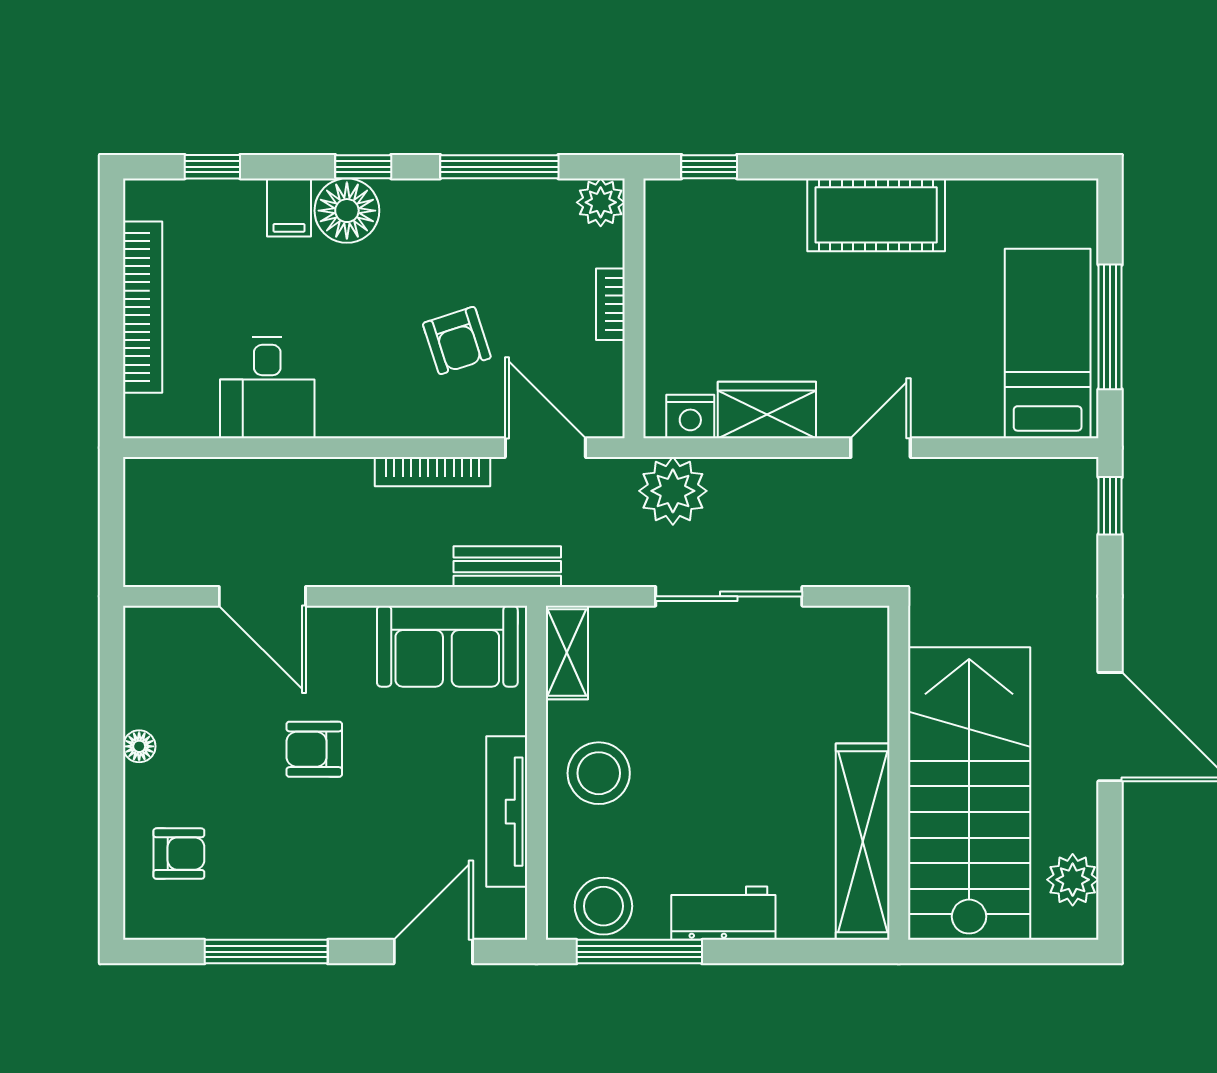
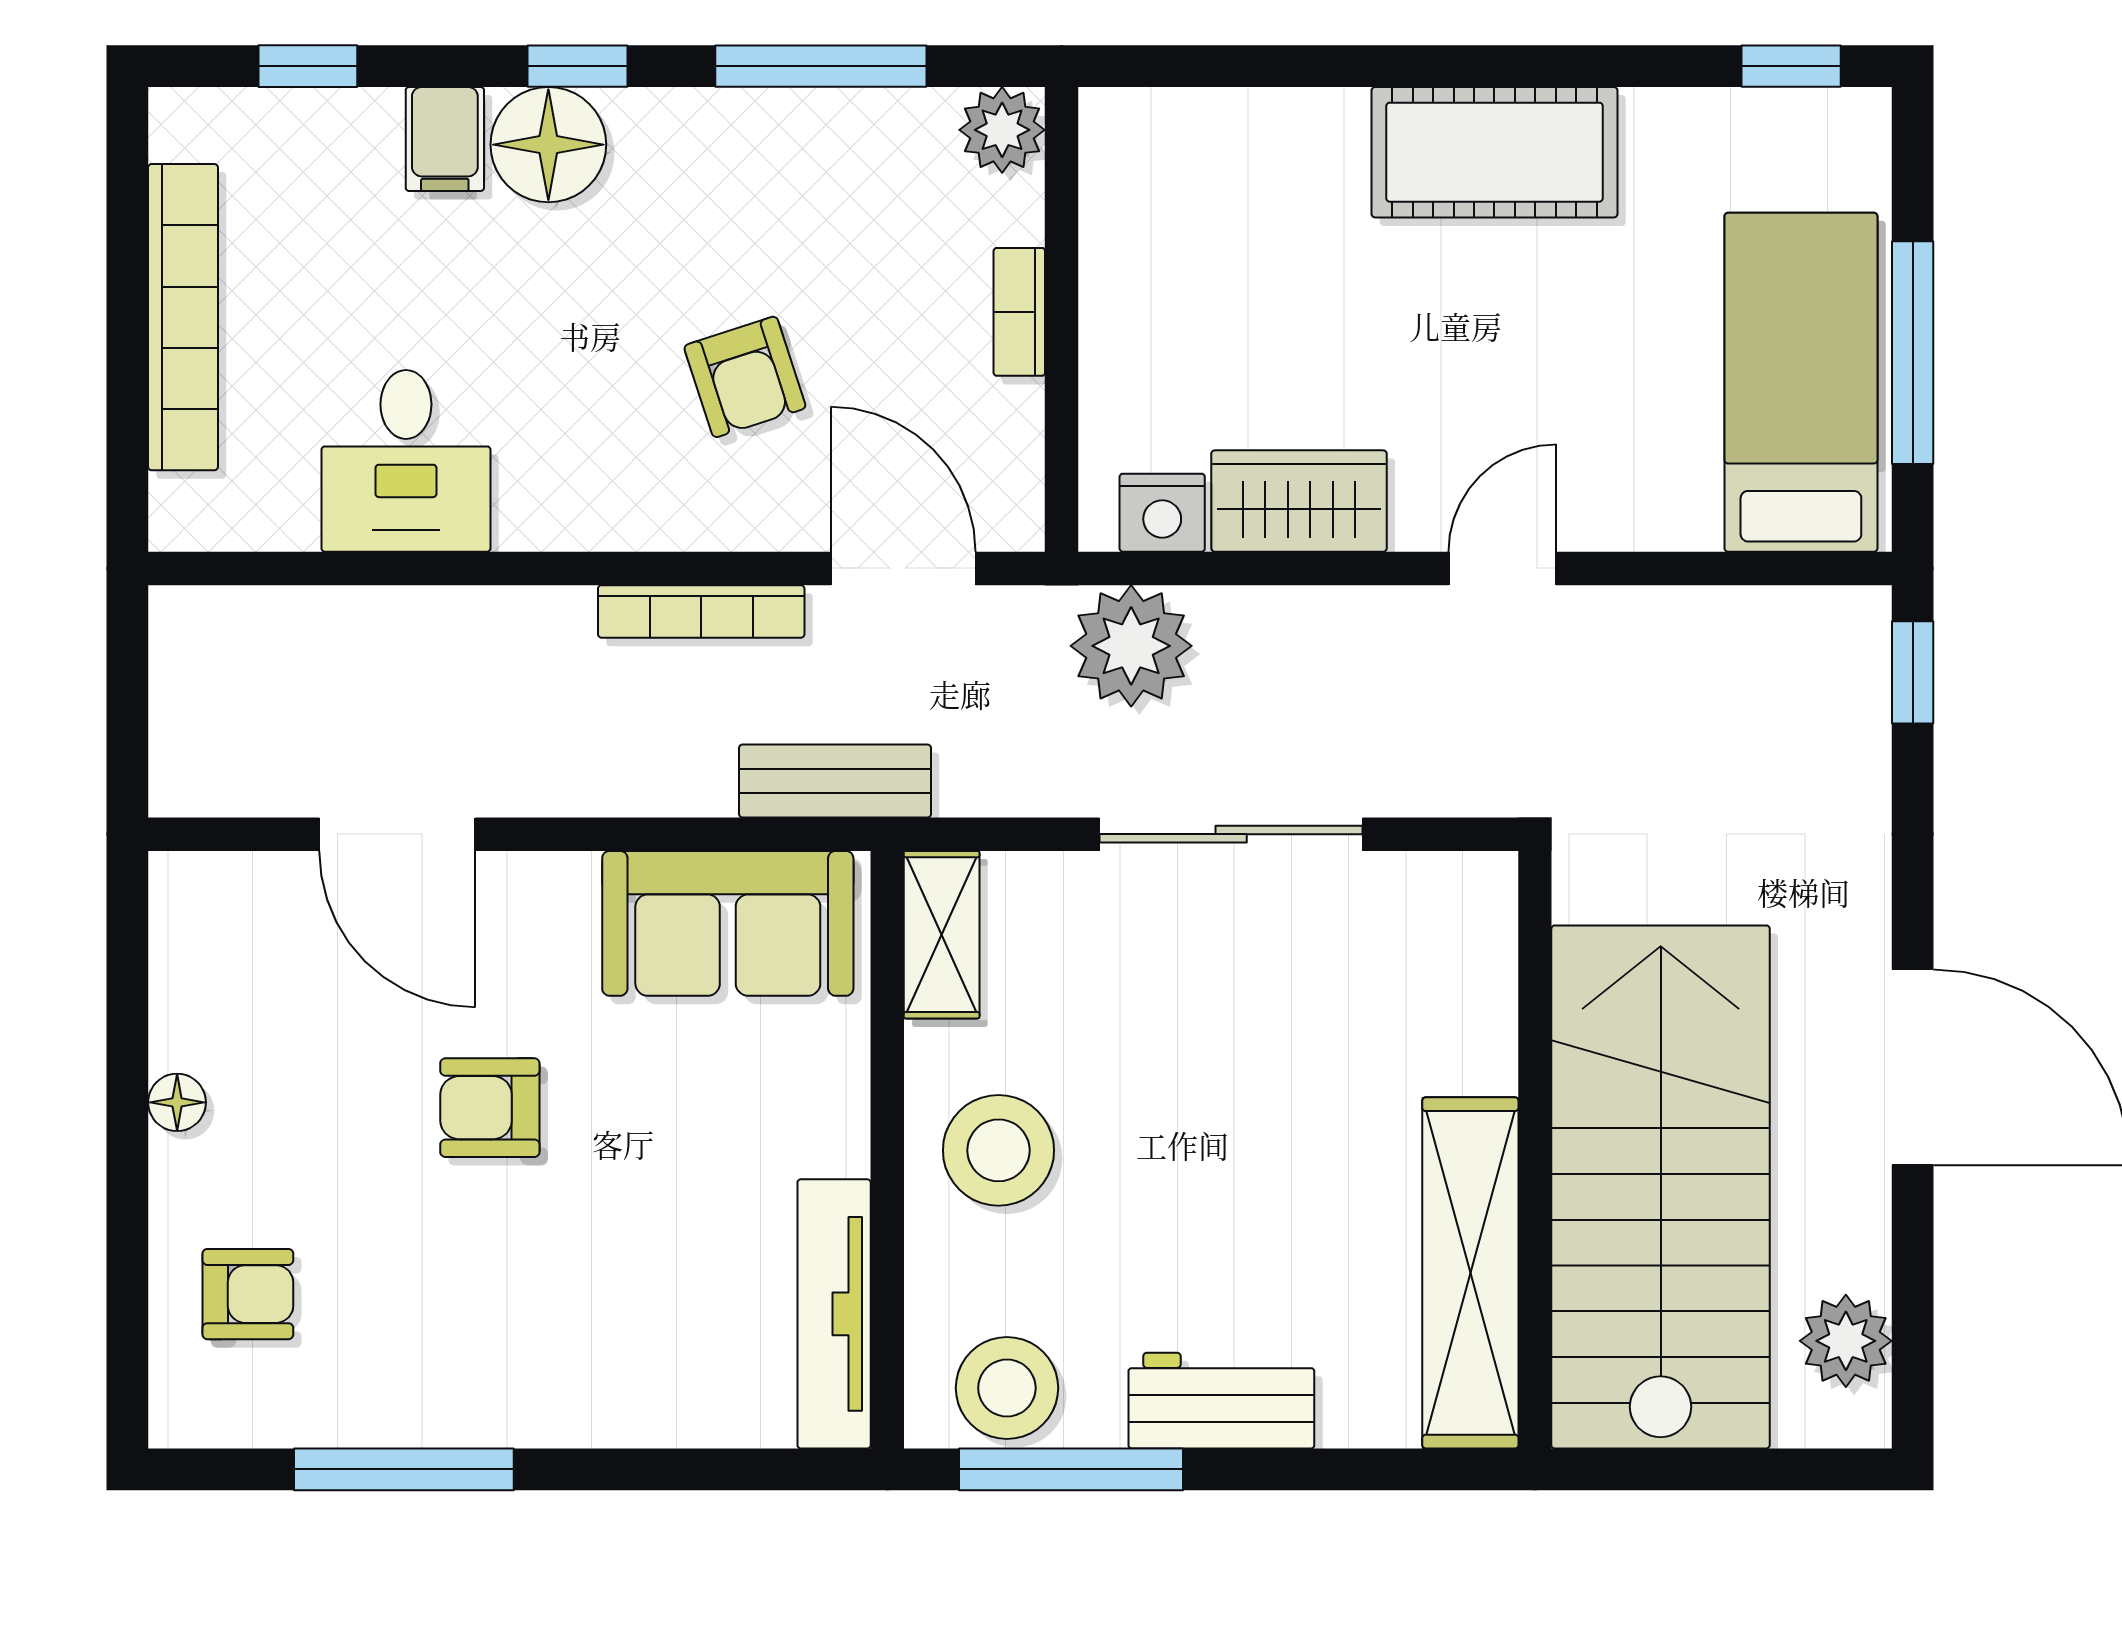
window: (709, 167) -> (1791, 66), moved
tv unit: (507, 812) -> (834, 1314), moved
door: (433, 952) -> (703, 1469), removed

